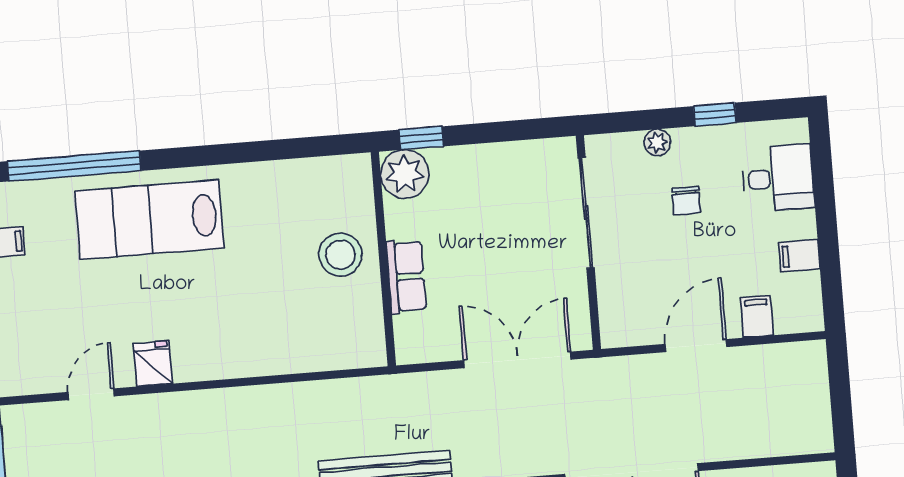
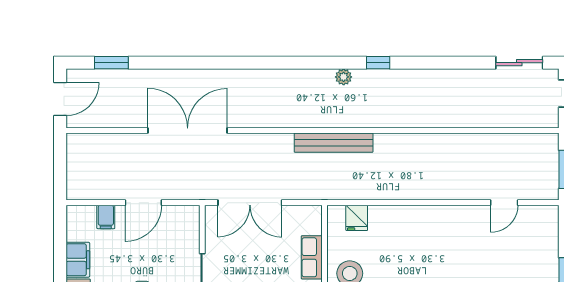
filing cabinet: (799, 256) -> (78, 260), width x2.00
fridge: (153, 364) -> (357, 218), moved

